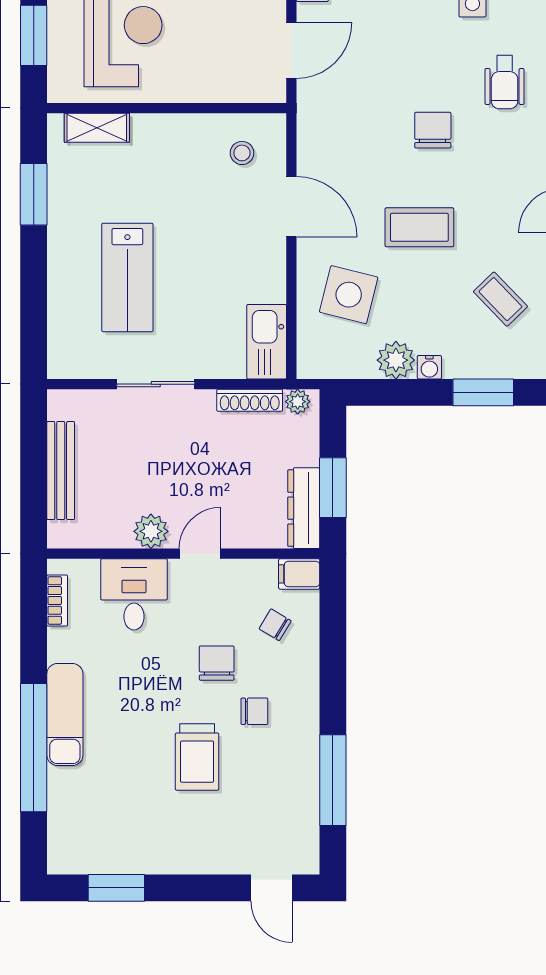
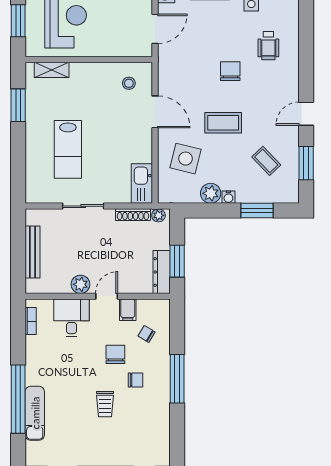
filing cabinet: (299, 574) -> (128, 310), moved, turned -90
exam couch: (65, 714) -> (35, 413), moved
trolley: (197, 757) -> (105, 404), width x0.73, depth x0.72
window: (333, 780) -> (177, 379), moved

